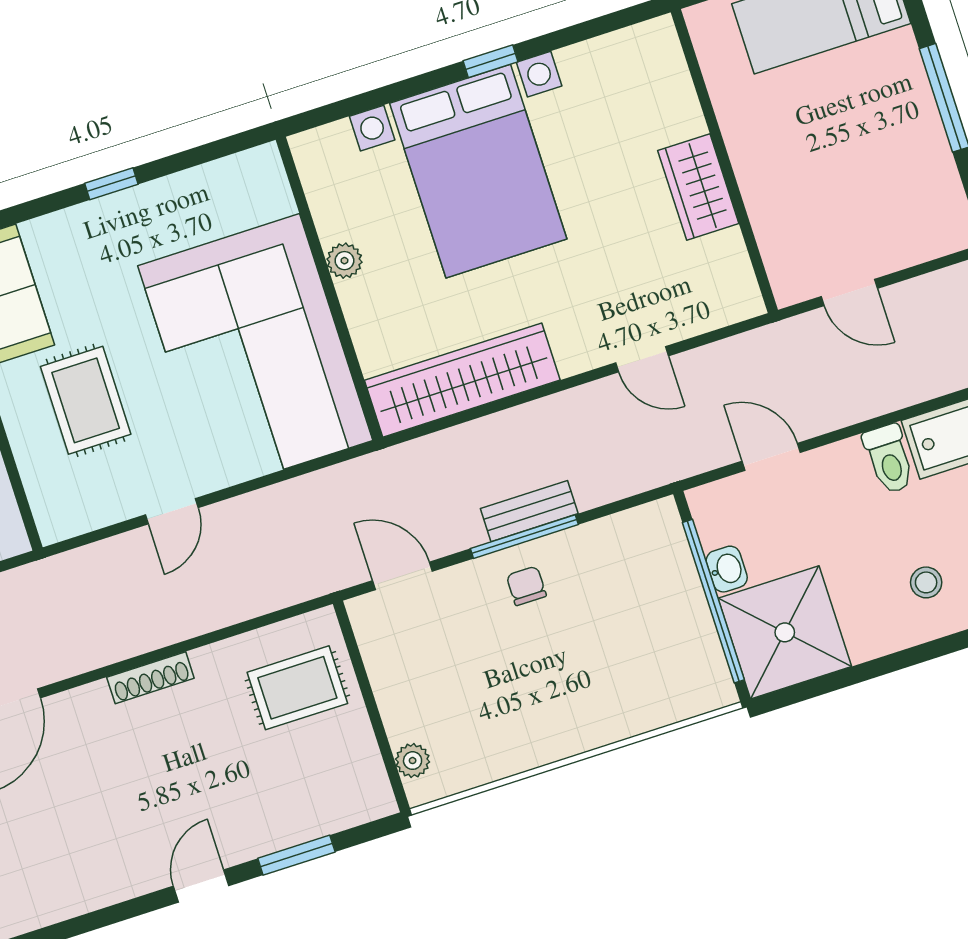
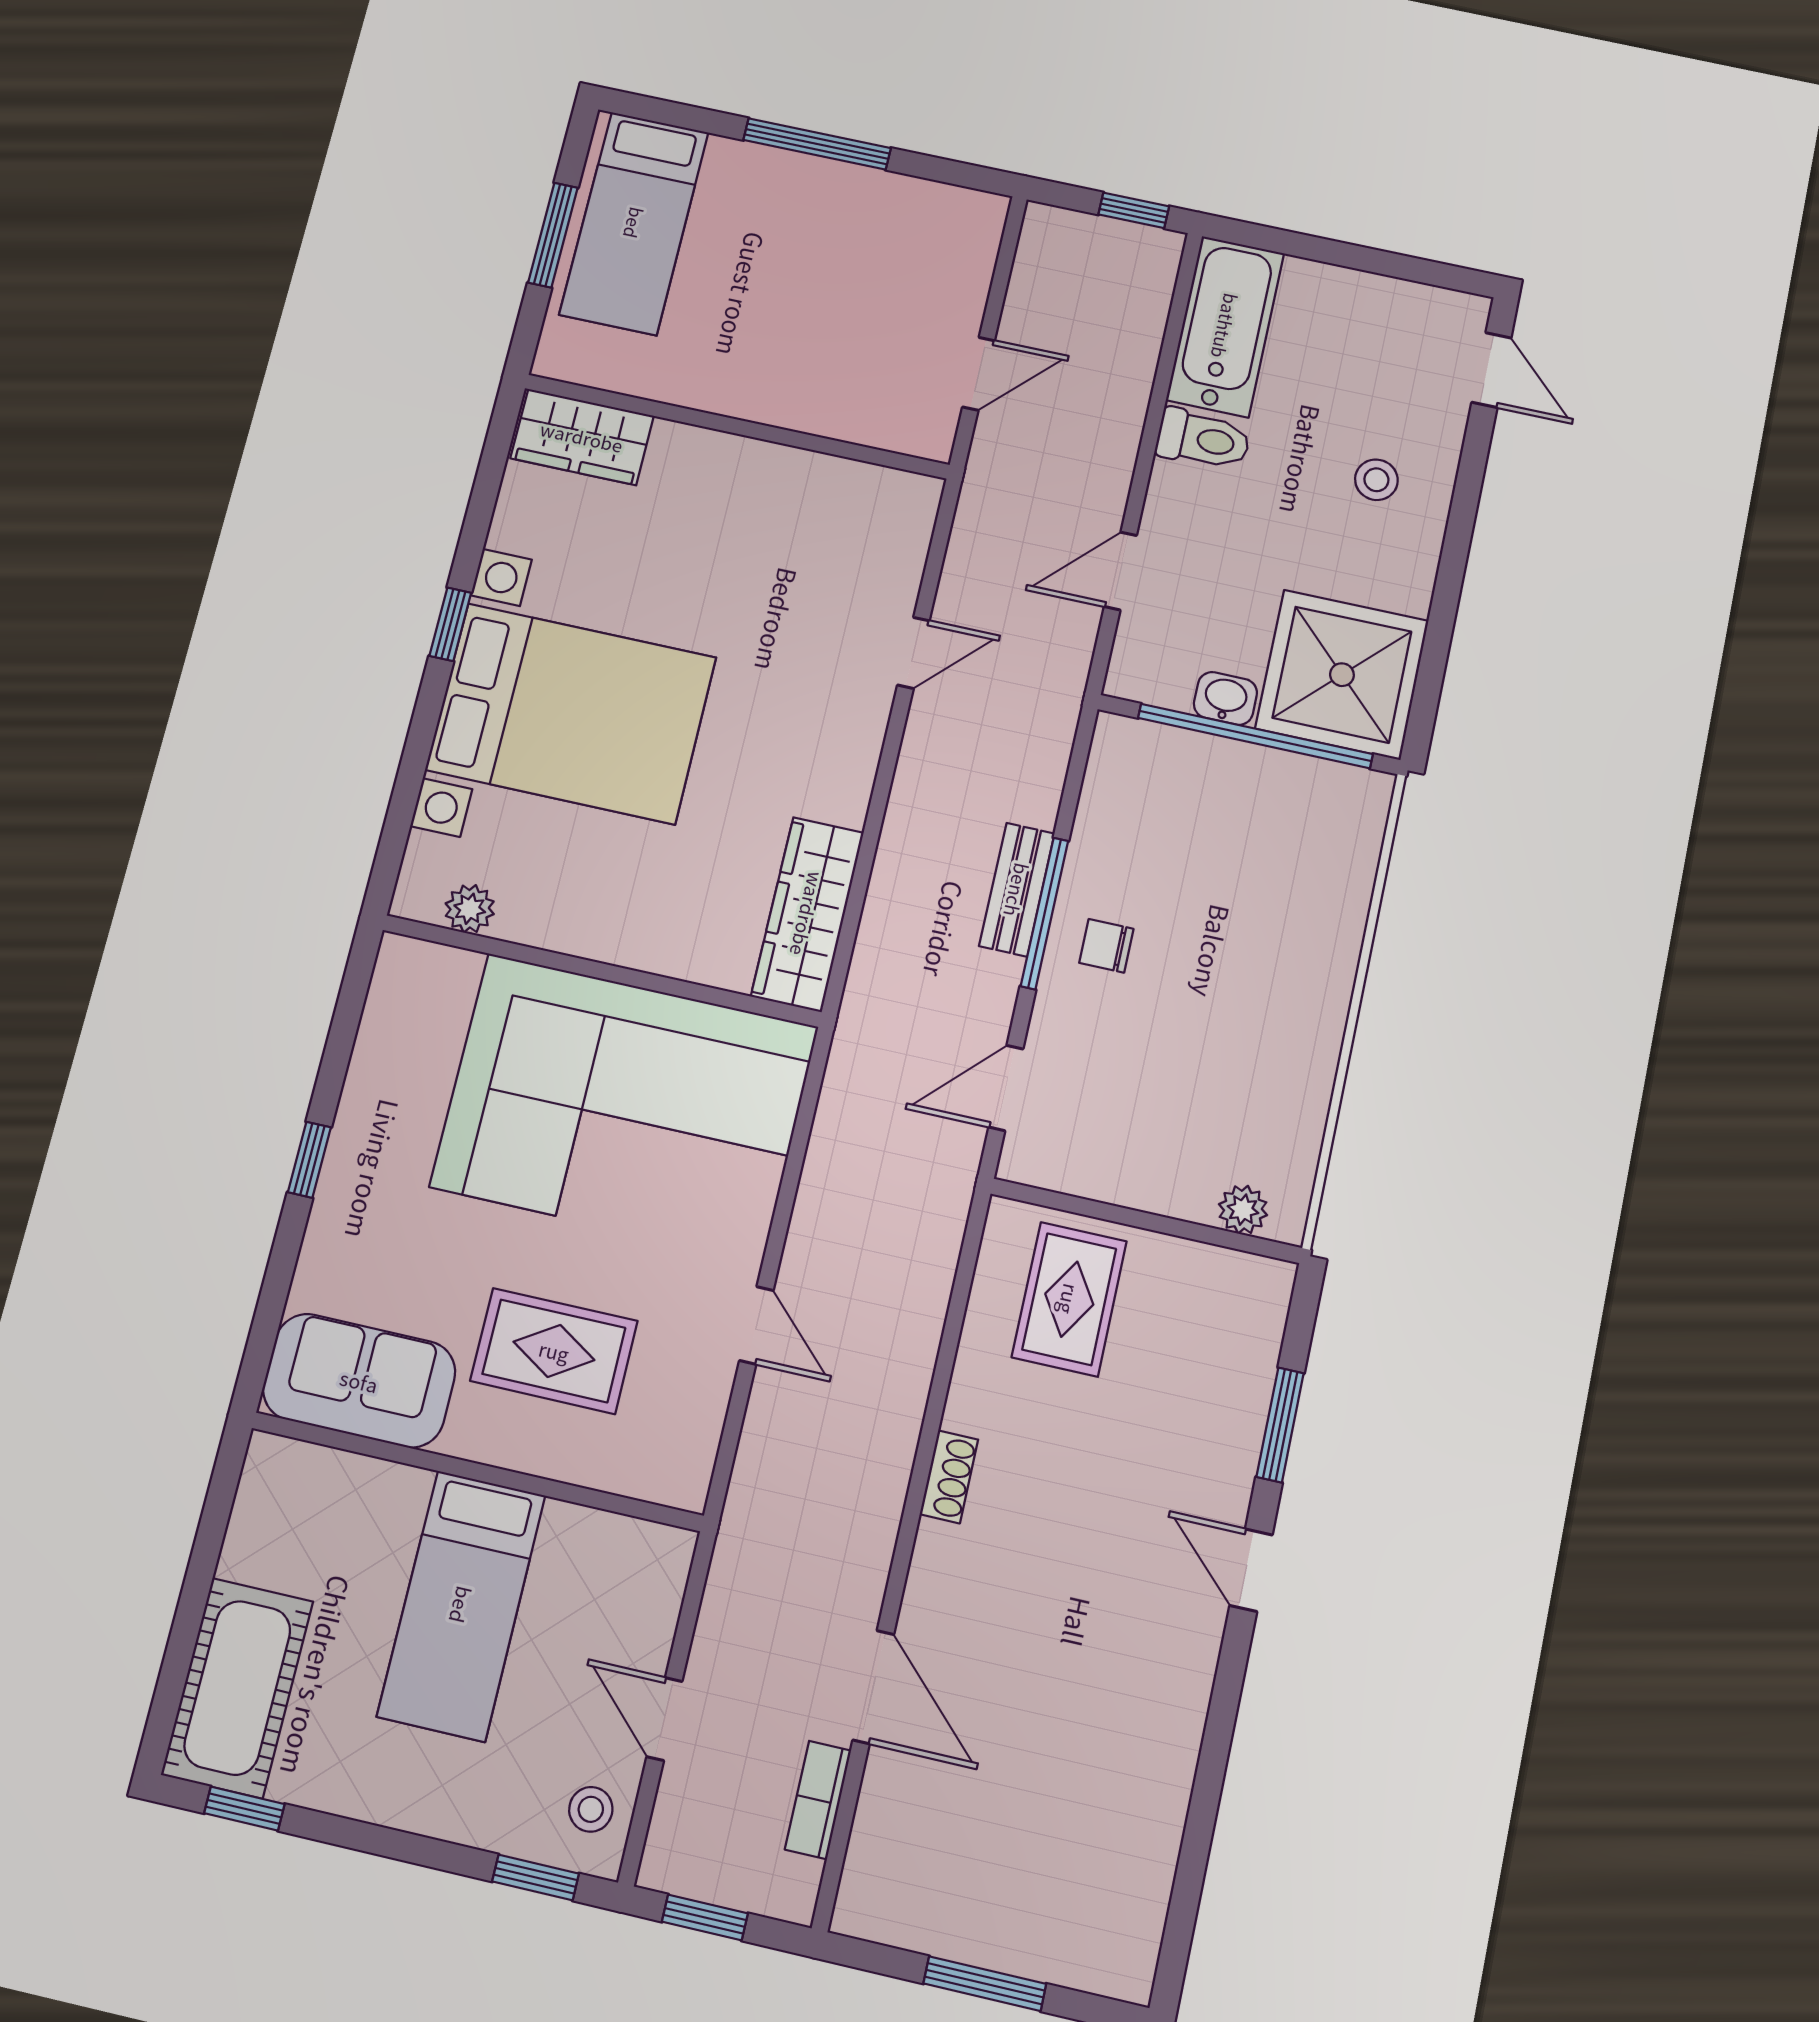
wardrobe: (698, 187) -> (582, 437), moved
plant: (344, 261) -> (470, 909), moved
wardrobe: (462, 380) -> (807, 914), width x0.71, depth x0.85
shoe rack: (150, 678) -> (949, 1477), width x0.70

